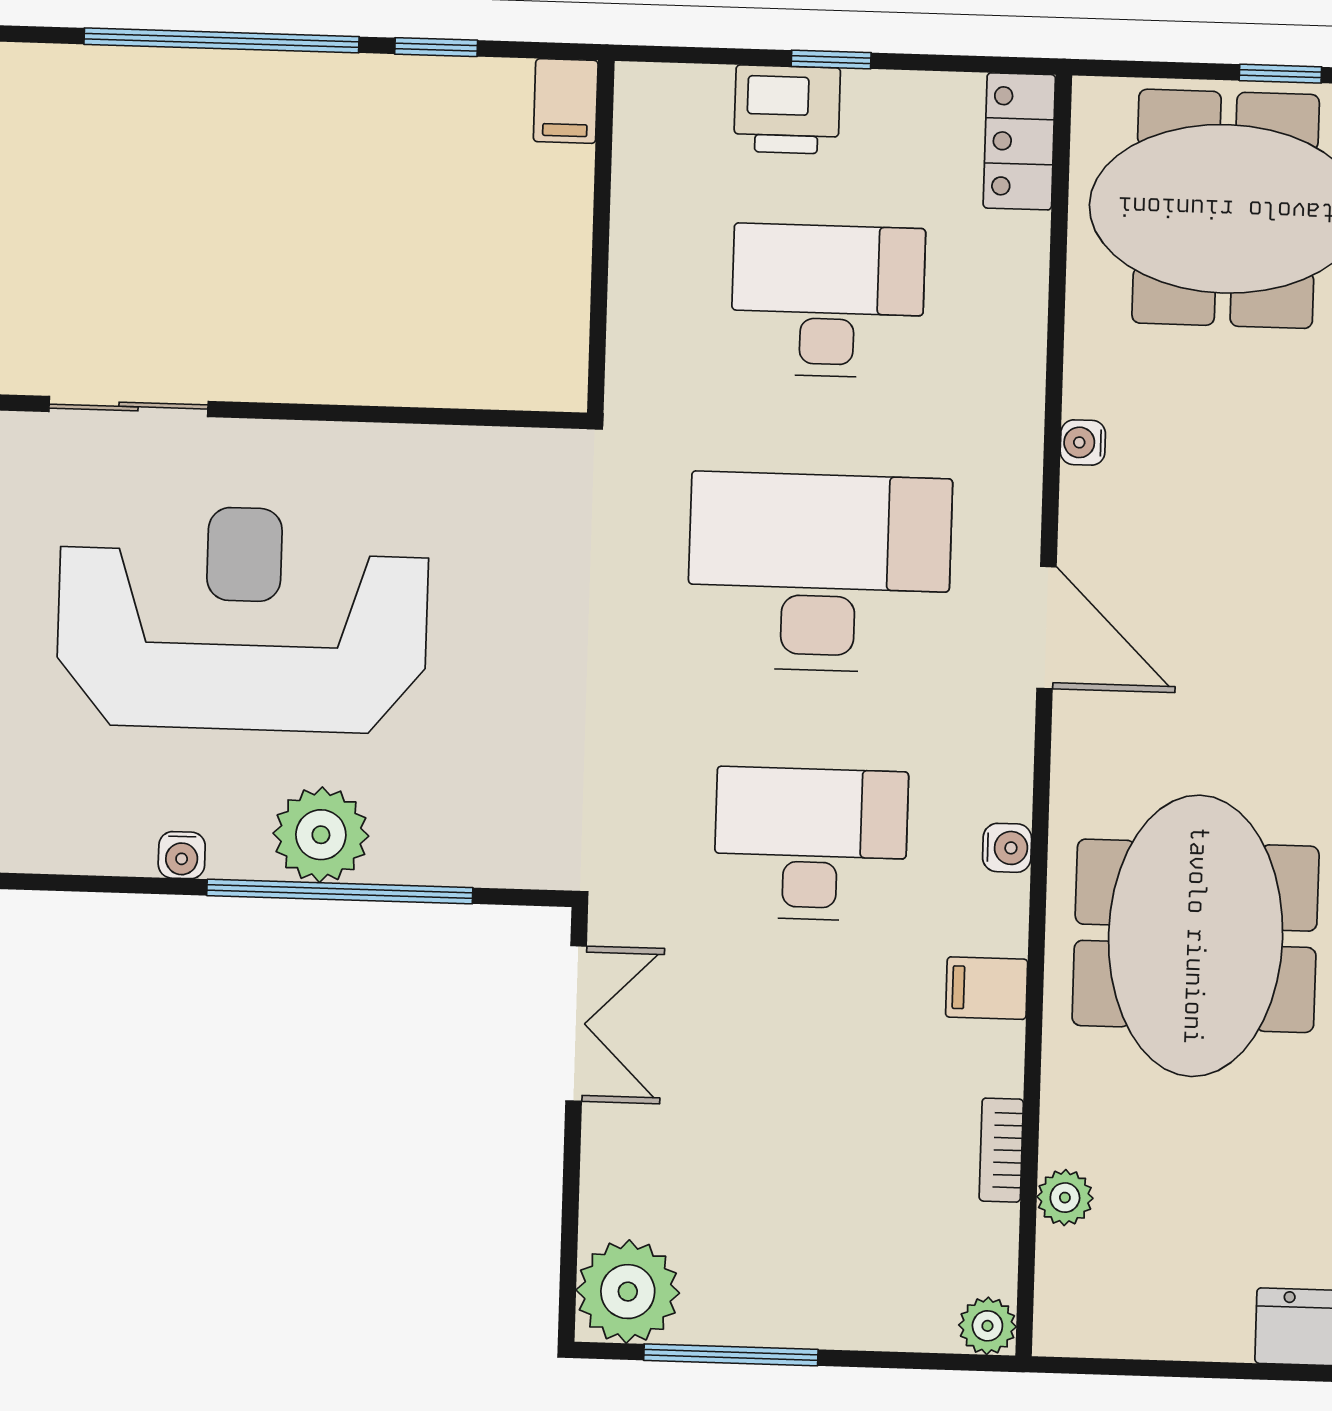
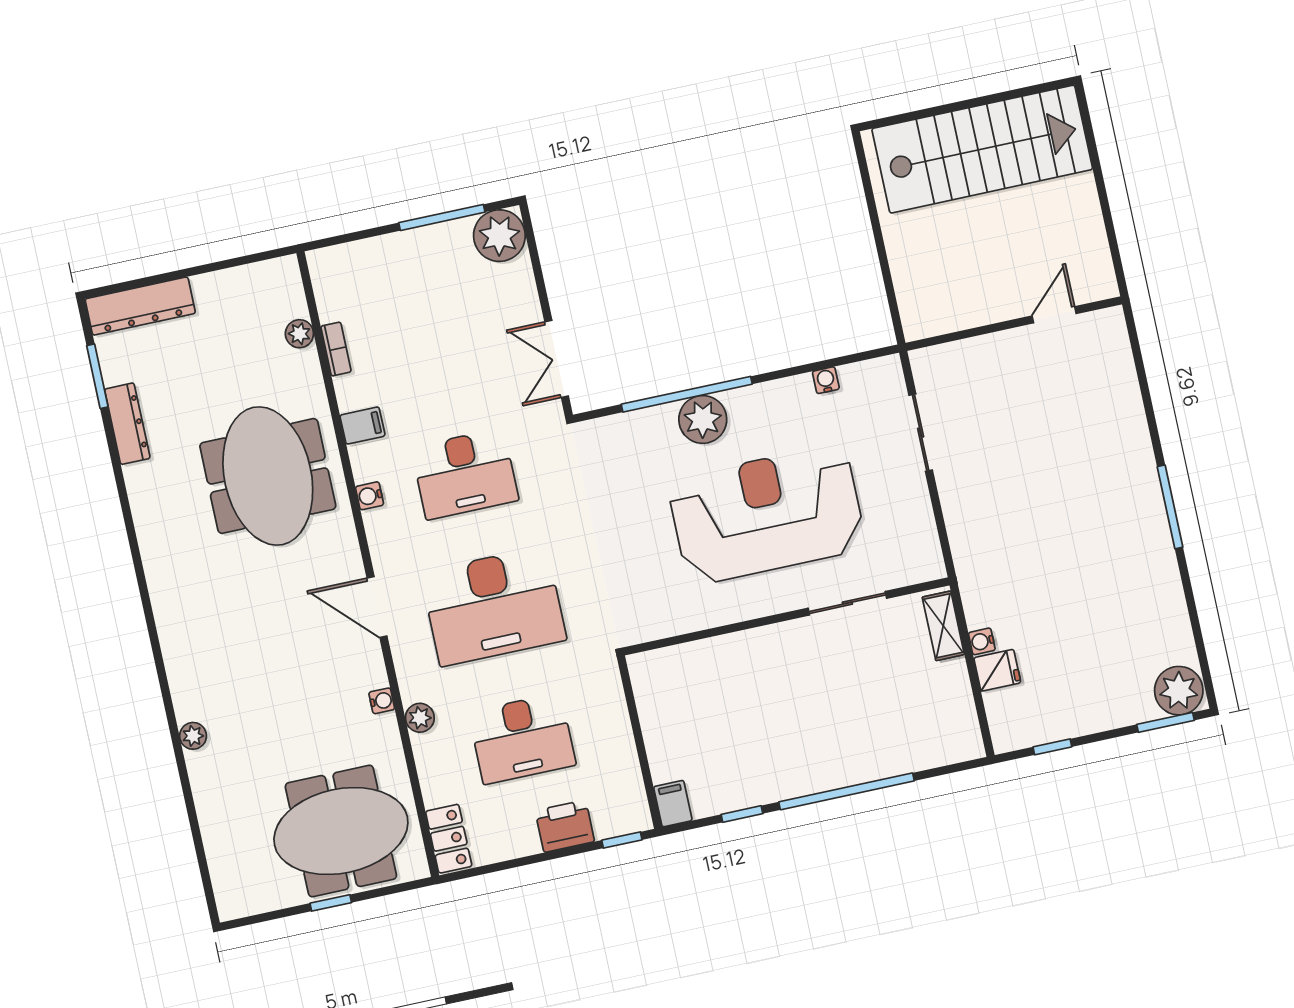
window: (831, 60) -> (622, 840), moved
reception desk: (243, 619) -> (767, 514), turned 180
water cooler: (182, 855) -> (826, 380), moved
plant: (987, 1326) -> (420, 718), moved

